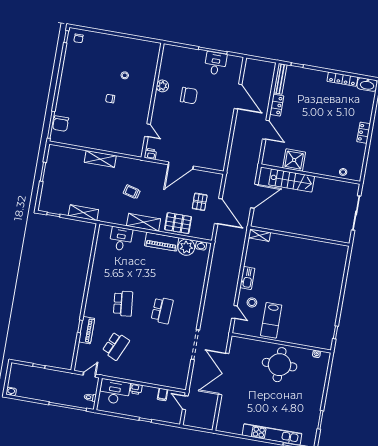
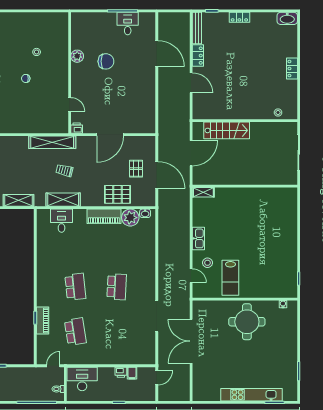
locker: (342, 79) -> (239, 17), moved, width x0.66
shelving: (100, 159) -> (52, 142), moved, width x1.47
shower: (294, 160) -> (226, 109), removed
shelving: (144, 222) -> (63, 200), moved
school desk: (116, 346) -> (75, 332), turned -33
printer: (136, 389) -> (121, 372), moved
door: (185, 403) -> (157, 378), swing flipped

